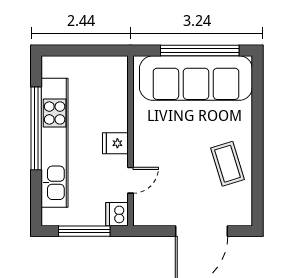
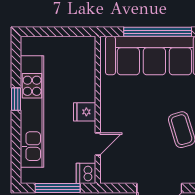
window: (36, 128) -> (16, 99), width x0.32

